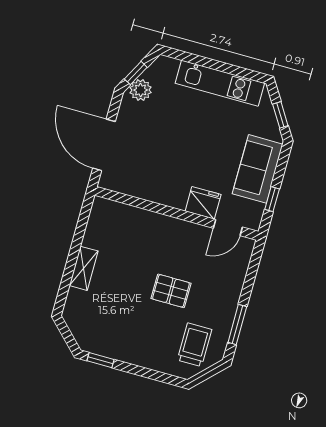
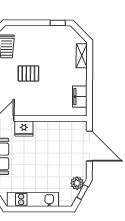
filing cabinet: (97, 230) -> (80, 97), added
shelving: (84, 268) -> (82, 56), moved

